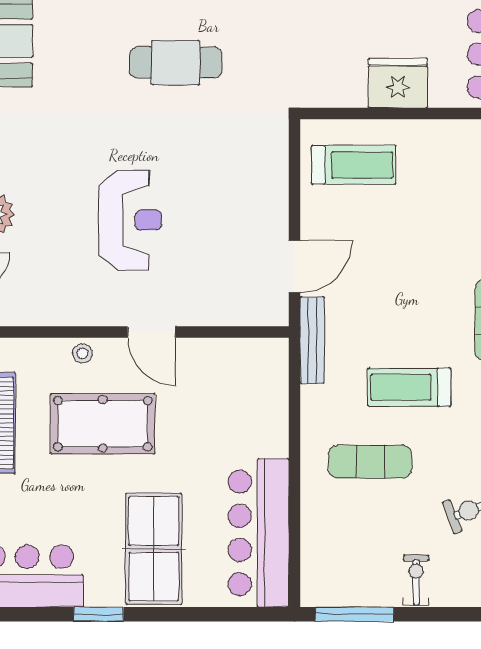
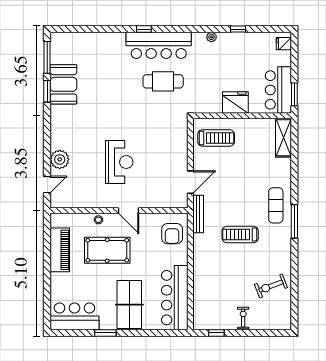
cafe table: (176, 63) -> (163, 81), moved
armchair: (252, 385) -> (172, 234), added
exercise mat: (370, 462) -> (223, 267), removed
window: (354, 614) -> (216, 333), width x0.46

